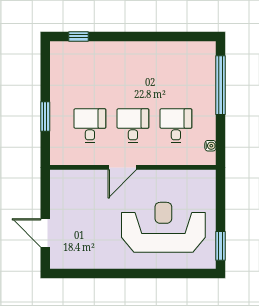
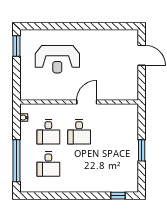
window: (45, 117) -> (142, 150), moved
desk: (90, 126) -> (48, 164), moved
reception desk: (163, 227) -> (57, 59), width x0.74, depth x0.77

